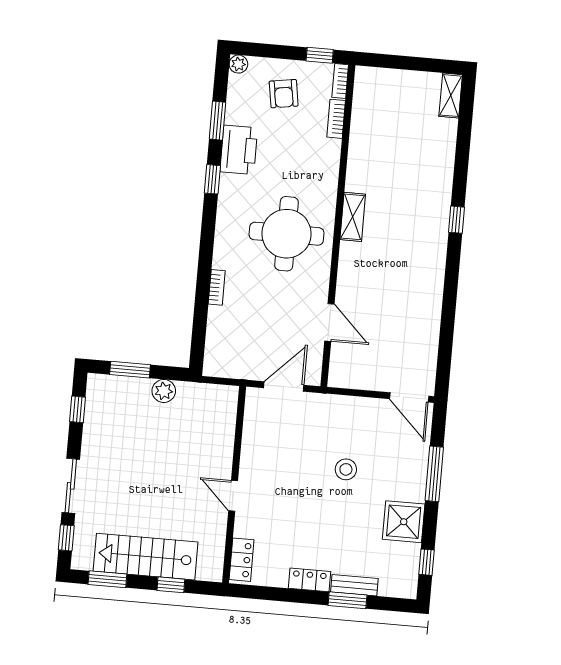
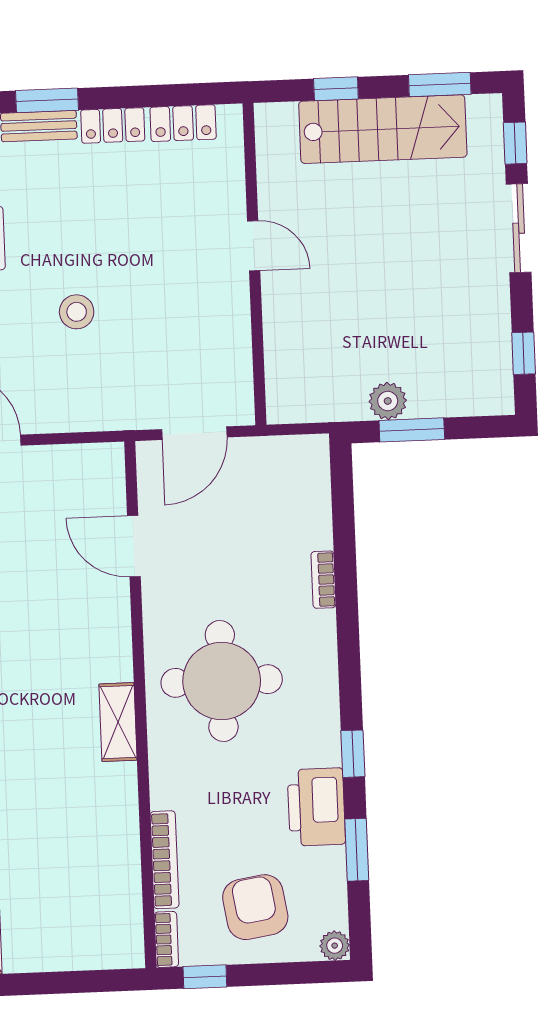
armchair: (284, 94) -> (255, 907), width x1.38, depth x1.38
bookcase: (336, 119) -> (165, 860), width x1.56
window: (130, 370) -> (412, 430), moved
locker: (242, 560) -> (183, 123), moved, turned -90

